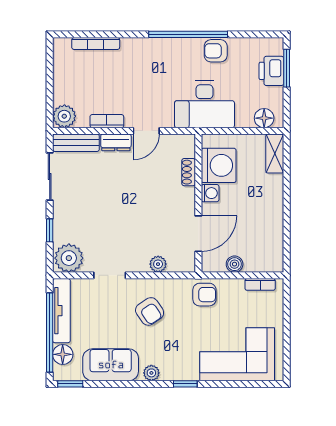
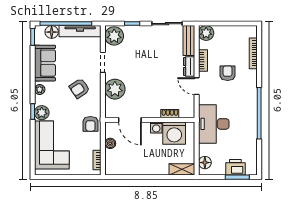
armchair: (216, 51) -> (228, 73), moved
plant: (158, 264) -> (115, 89), width x1.88, depth x1.88
plant: (187, 370) -> (42, 113), added

